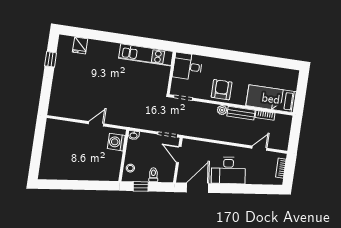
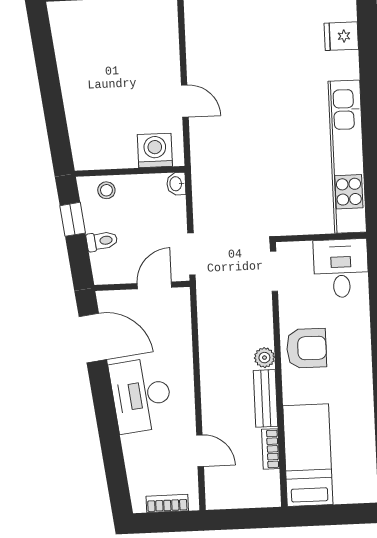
kitchen unit: (146, 55) -> (347, 157), width x1.36

